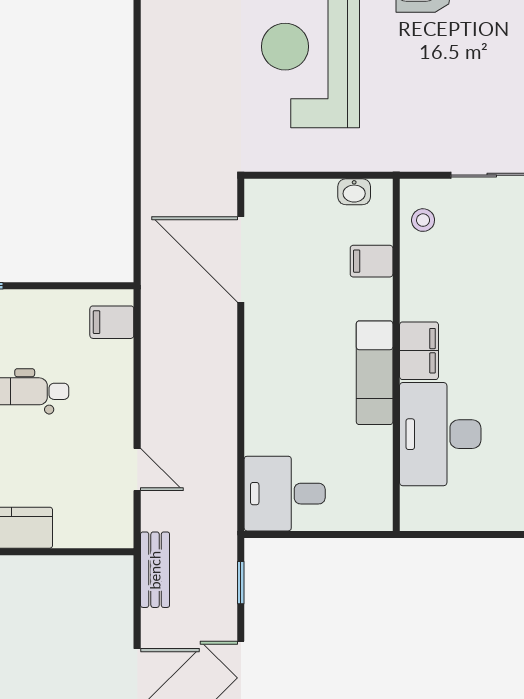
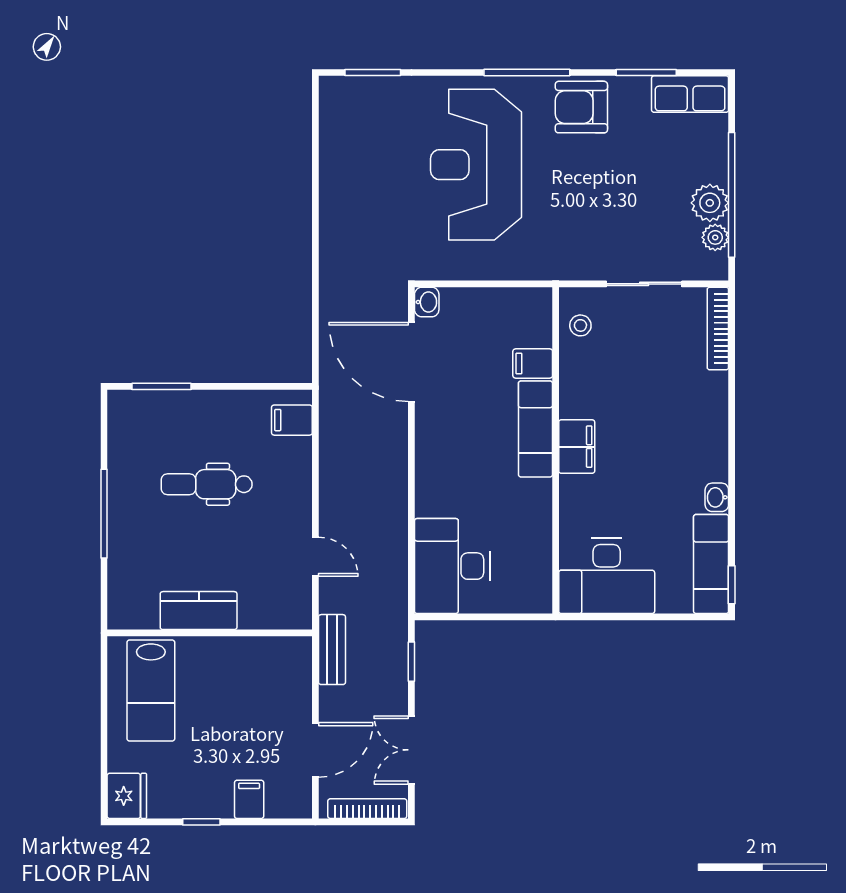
washbasin: (354, 192) -> (427, 302), moved, turned -90
exam couch: (375, 373) -> (535, 429), moved
desk: (440, 434) -> (607, 576), moved, turned -90
desk: (285, 494) -> (452, 566), width x1.37

